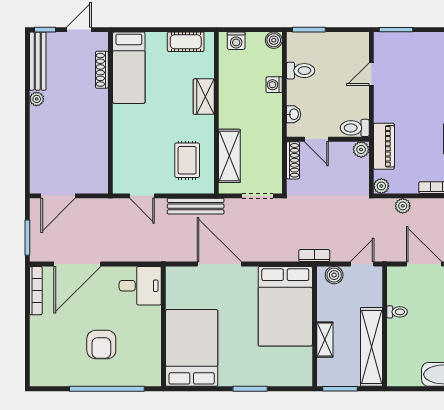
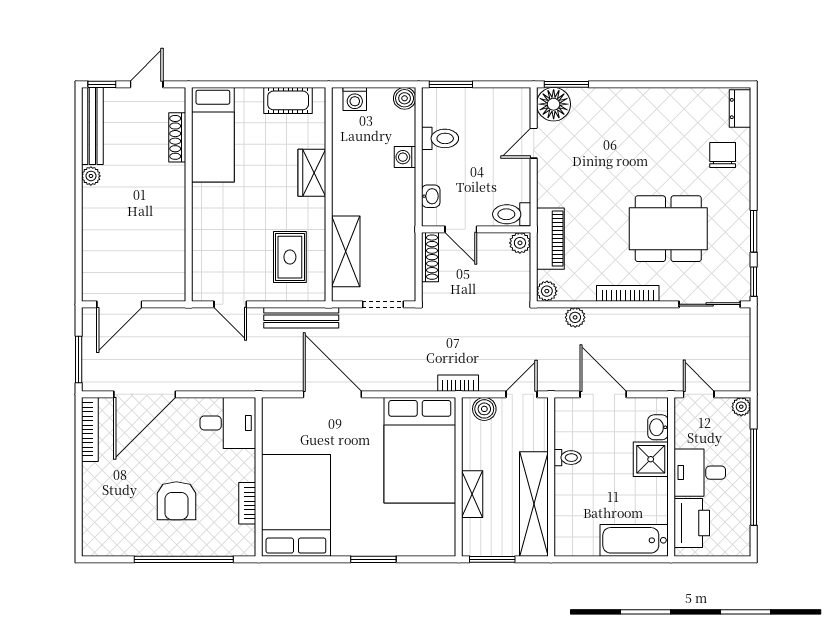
floor lamp: (386, 45) -> (554, 104), added
bookcase: (155, 346) -> (247, 503), added

